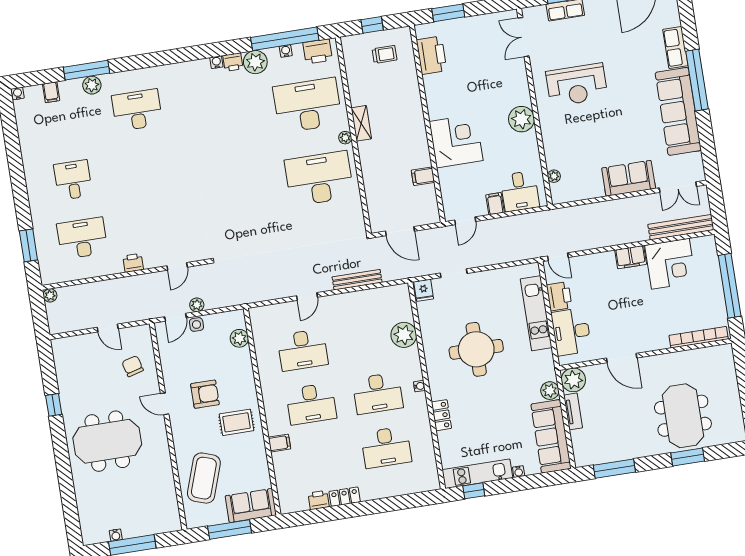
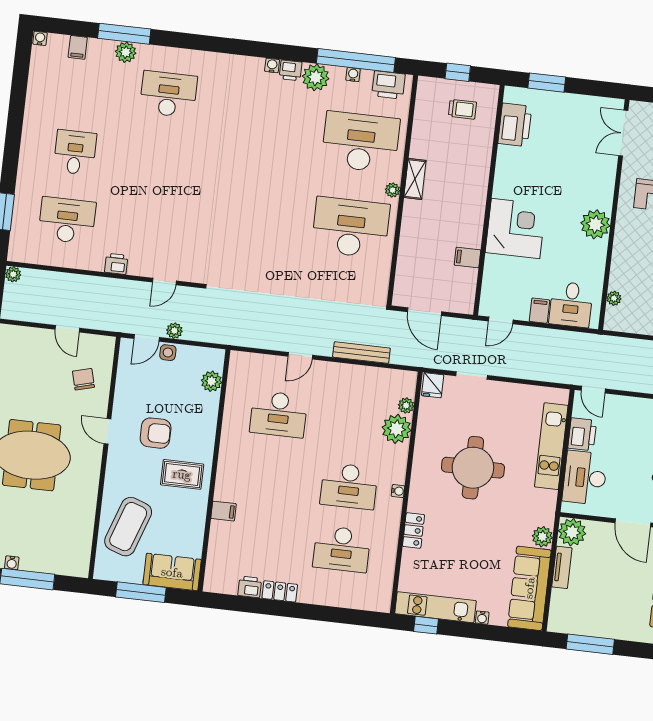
plant: (406, 313) -> (406, 406), added
desk: (311, 404) -> (271, 477), removed

